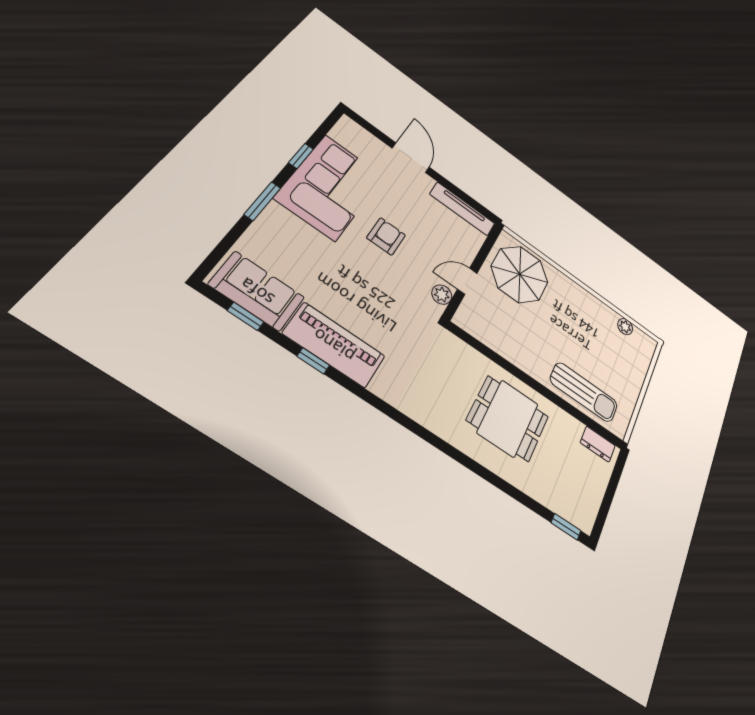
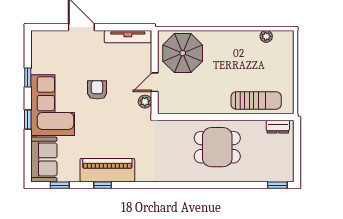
corner sofa: (330, 187) -> (53, 105), moved
window: (262, 201) -> (28, 120), width x0.67
sofa: (257, 291) -> (44, 159), moved, turned 90

